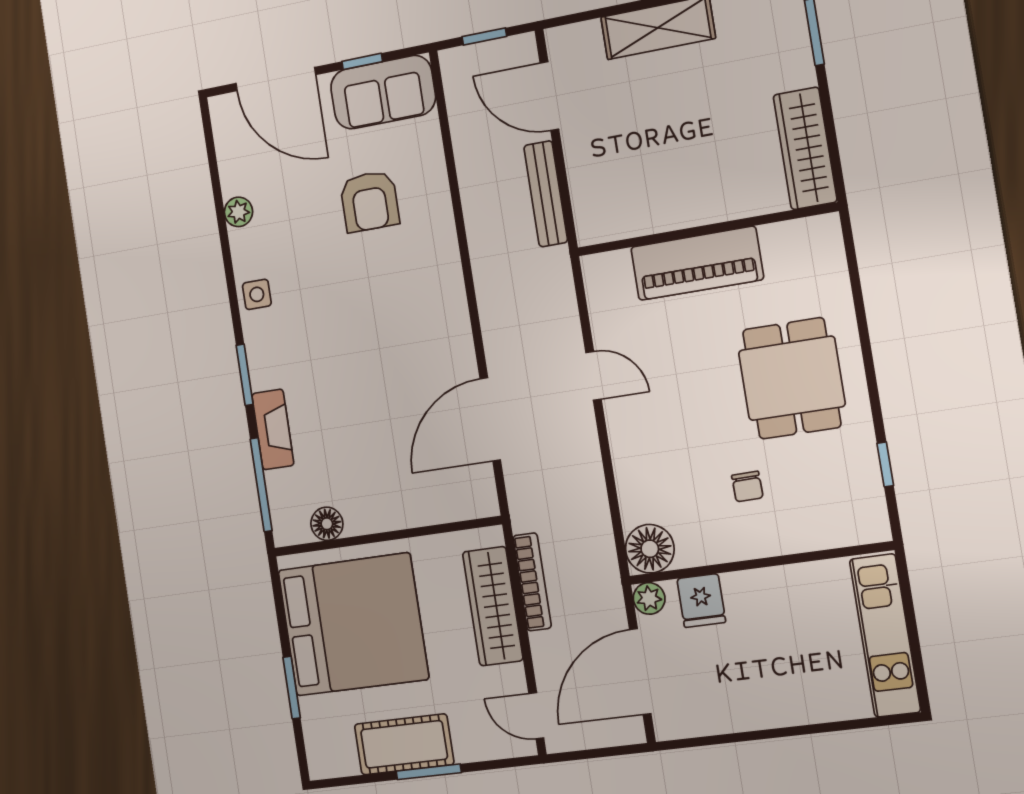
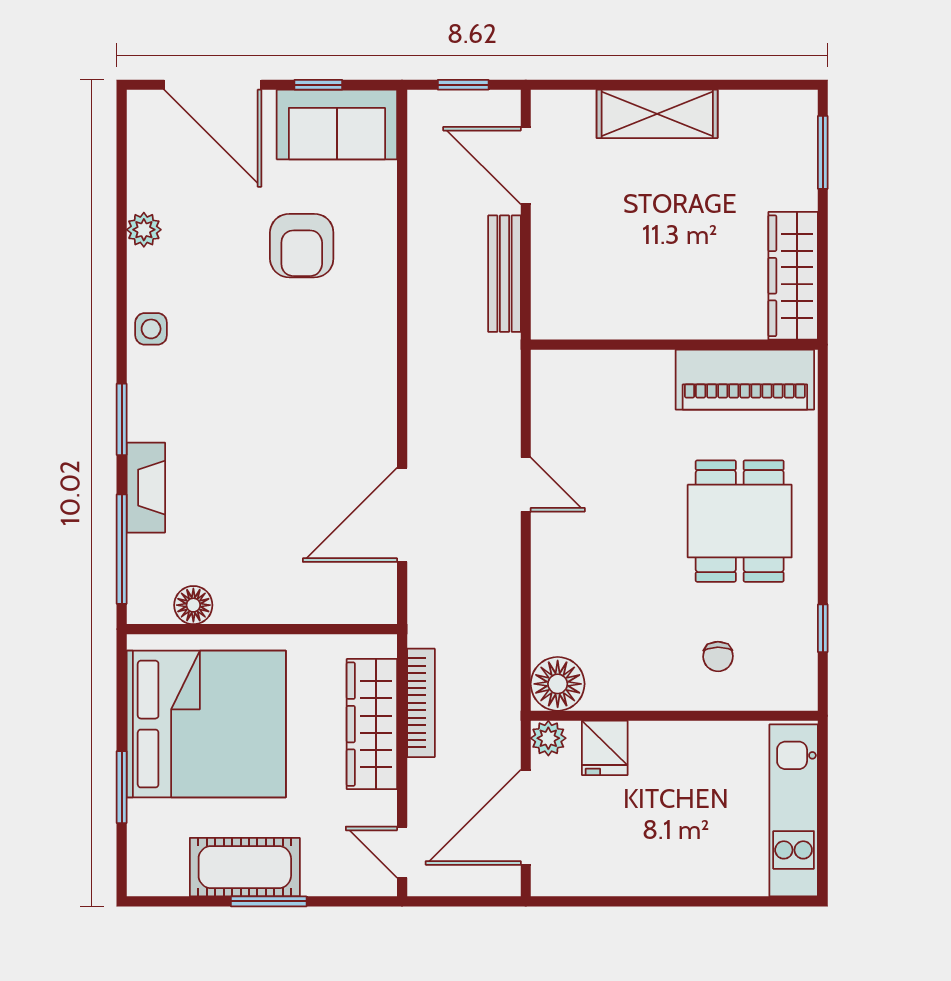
piano: (697, 263) -> (745, 380), moved
chair: (747, 486) -> (718, 656), moved

